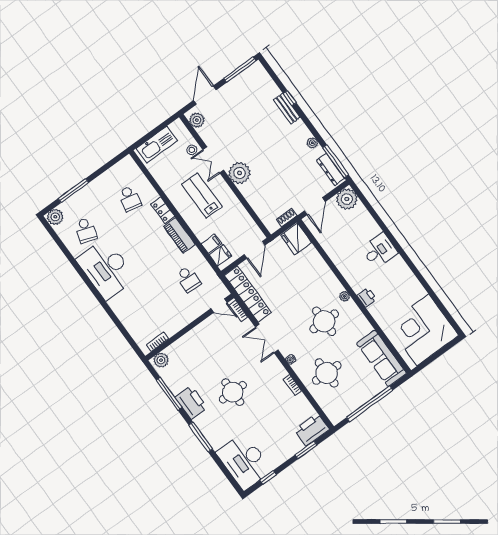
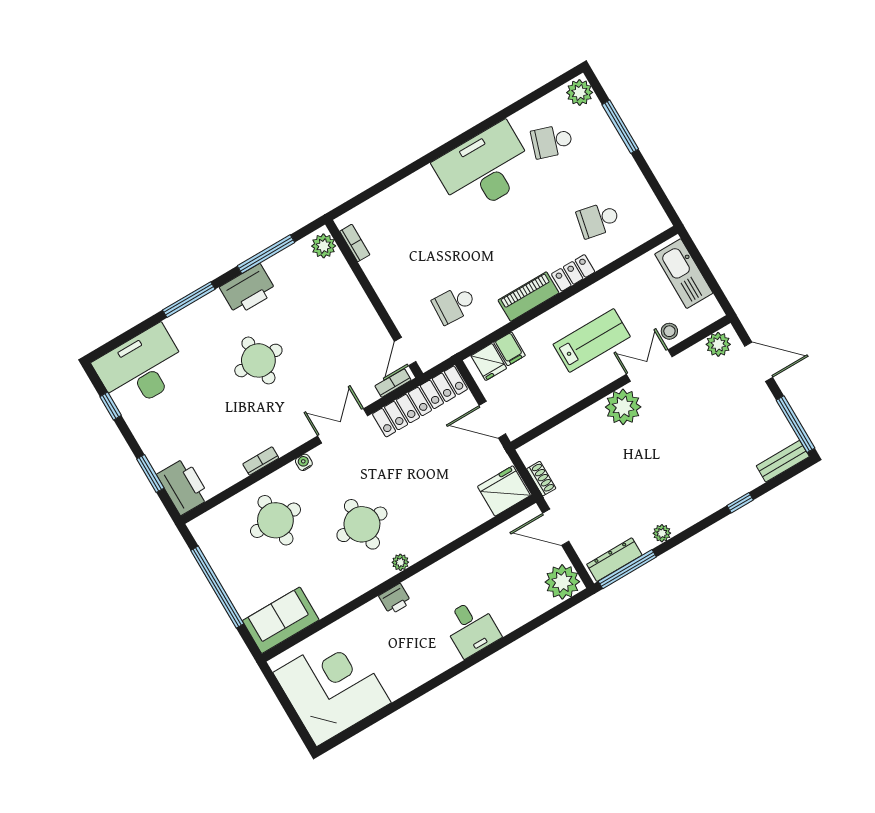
bench: (287, 109) -> (783, 461), moved
sofa: (381, 358) -> (281, 620), width x0.73

